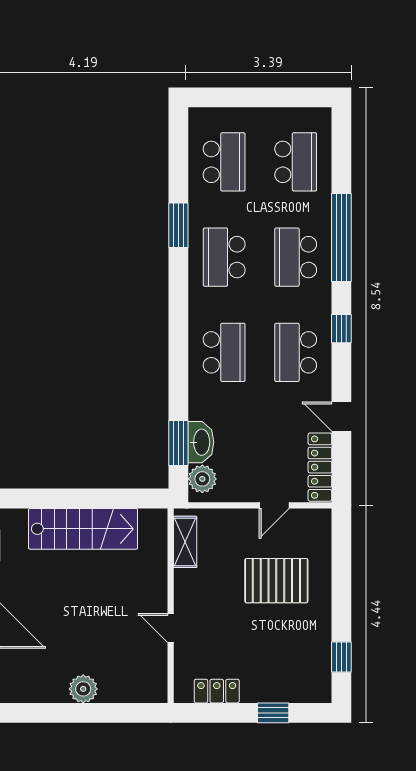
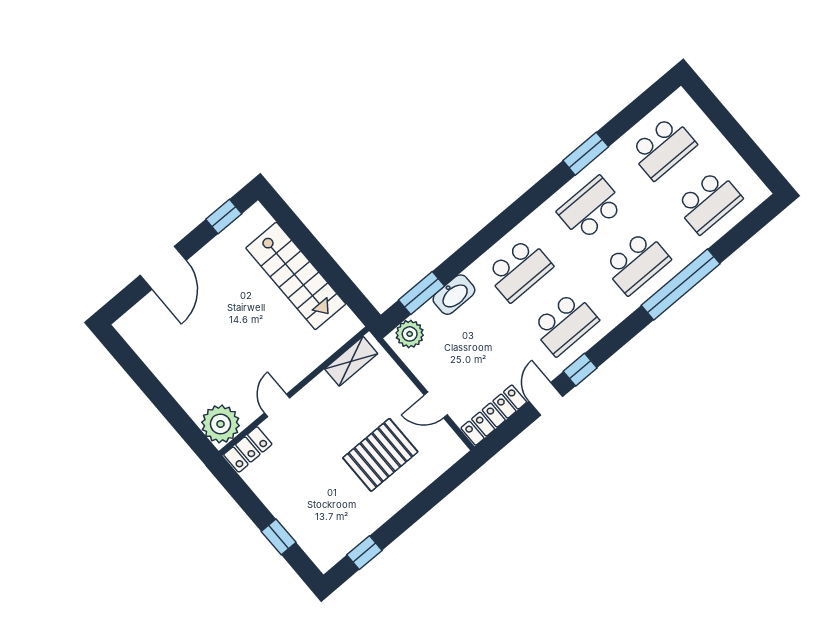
school desk: (296, 257) -> (637, 263), turned 180
window: (341, 329) -> (580, 370), moved
school desk: (296, 352) -> (565, 323), turned 180
washbasin: (201, 442) -> (454, 295), moved
pallet: (276, 581) -> (380, 455), turned 90
plant: (83, 689) -> (221, 424), moved, width x1.36, depth x1.36
locker: (217, 691) -> (248, 449), moved, turned 90

